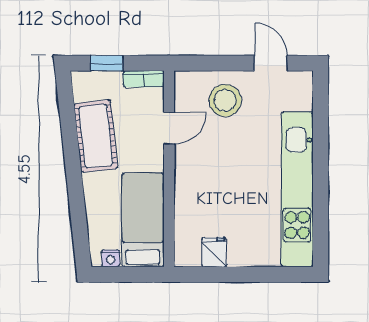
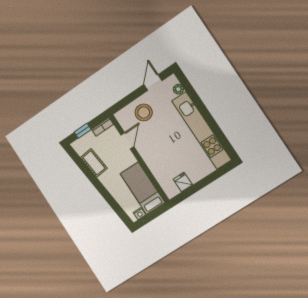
door: (271, 63) -> (153, 83), hinge flipped
plant: (304, 101) -> (178, 89), added
cot: (96, 136) -> (94, 163), width x0.73, depth x0.75

